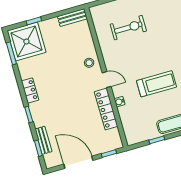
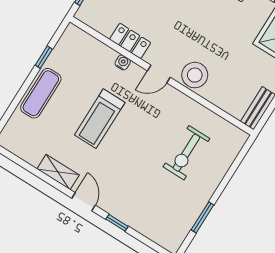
stool: (89, 63) -> (195, 75), width x1.89, depth x1.89
locker: (106, 109) -> (130, 41), width x0.66

